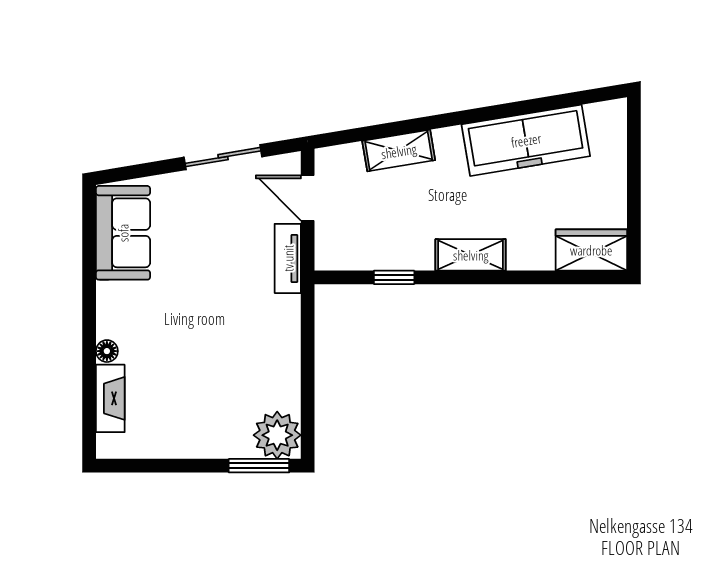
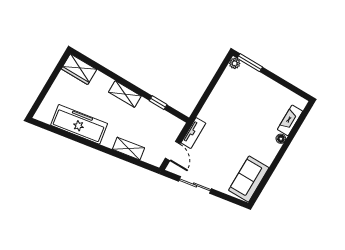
plant: (277, 435) -> (235, 63), width x0.53, depth x0.53

